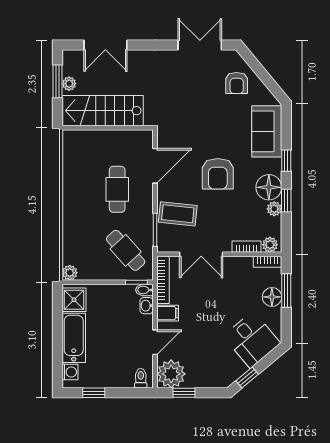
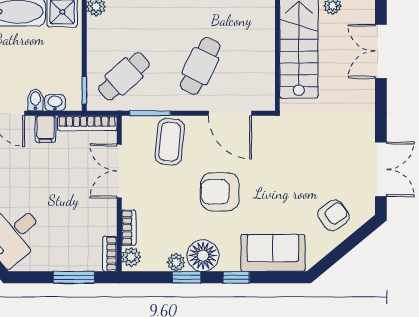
armchair: (237, 83) -> (333, 215), turned 144
cafe table: (117, 189) -> (200, 66), turned -64
bidet: (144, 290) -> (35, 100), moved
floor lamp: (272, 297) -> (66, 260), removed

